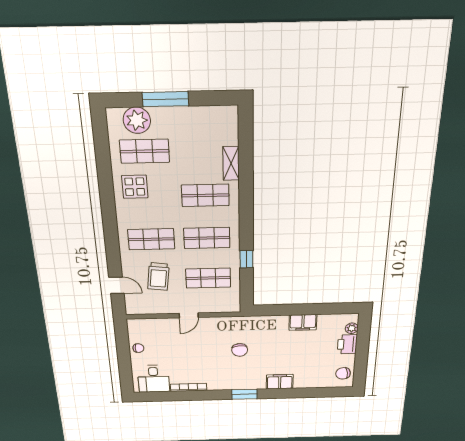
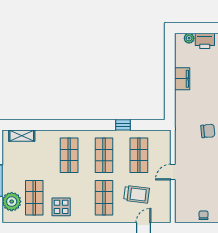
shelving: (231, 163) -> (22, 136), moved
door: (189, 315) -> (173, 172), swing flipped

